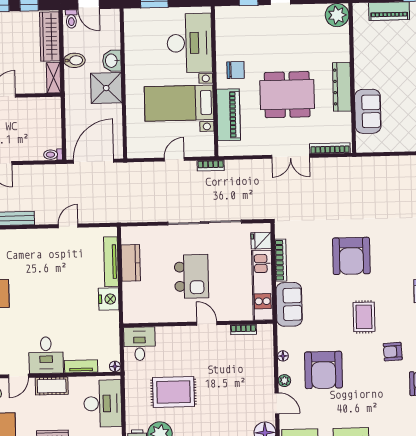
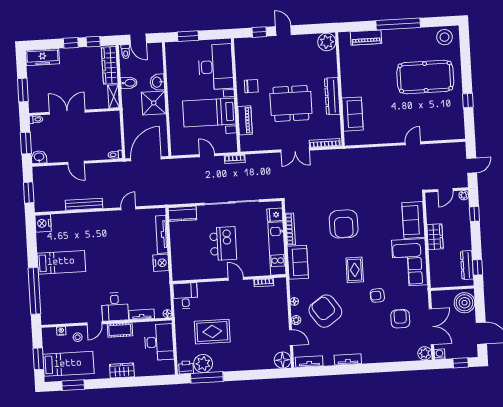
piano: (229, 115) -> (245, 120), width x0.73, depth x0.75
door: (174, 159) -> (207, 155), hinge flipped
kitchen counter: (131, 263) -> (182, 214), moved, turned 90
armchair: (323, 370) -> (325, 311), turned 145

